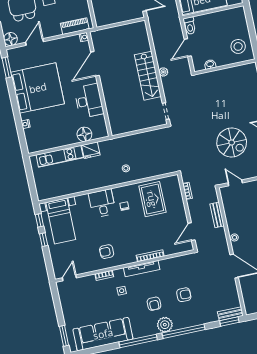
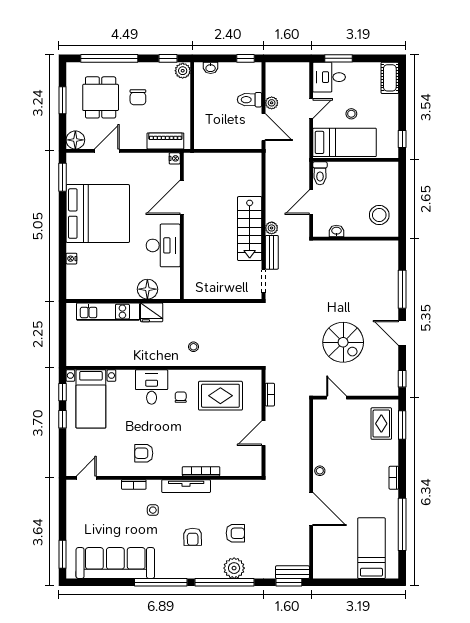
rug: (152, 199) -> (220, 396), turned 90
bench: (217, 215) -> (272, 252), moved
door: (191, 232) -> (264, 433), moved
plant: (165, 325) -> (234, 568), moved

